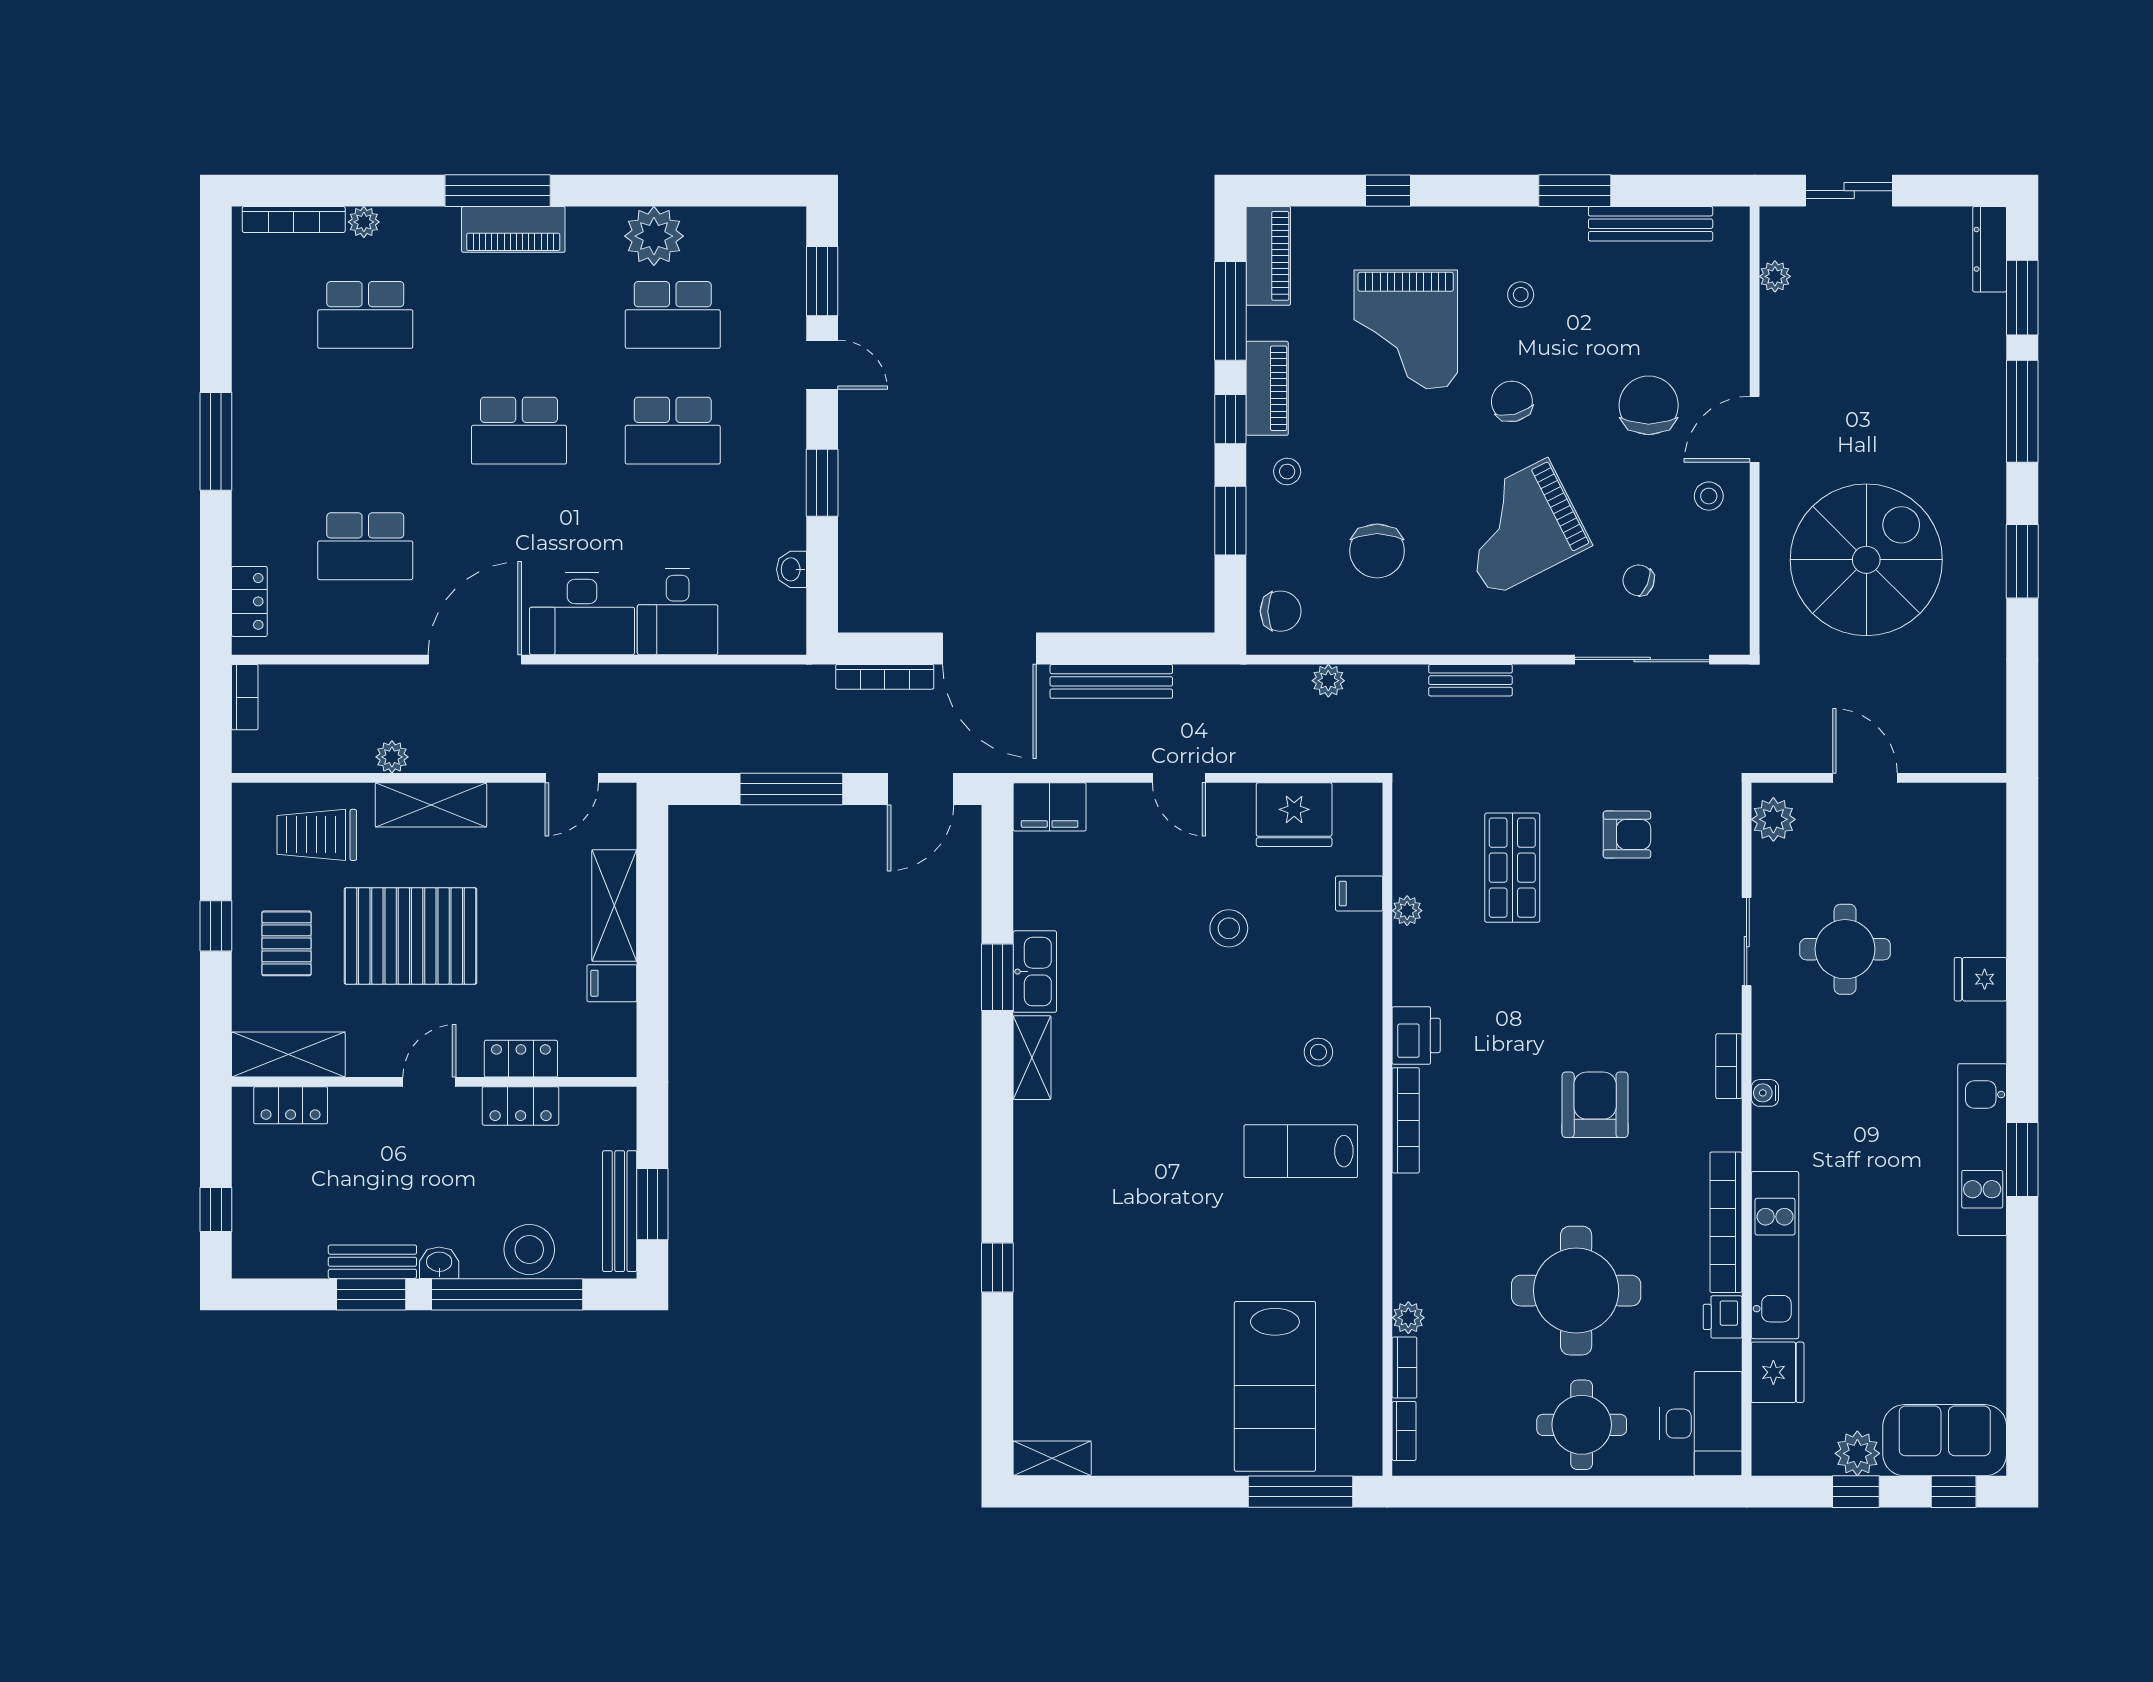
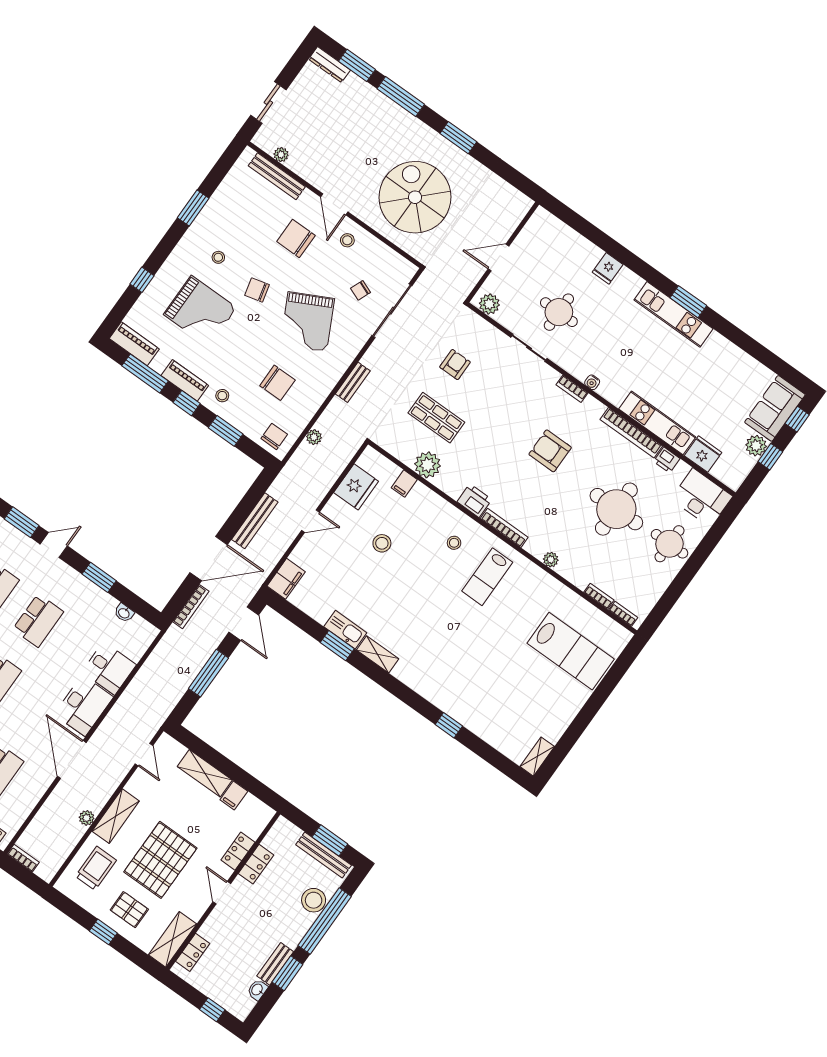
bench: (1651, 224) -> (277, 176), moved, turned 90
trolley: (317, 835) -> (96, 868), turned 180
plant: (1407, 911) -> (428, 465), width x1.87, depth x1.87
washbasin: (439, 1263) -> (257, 990), moved
plant: (1408, 1318) -> (551, 560), moved
window: (1300, 1492) -> (618, 670), removed

